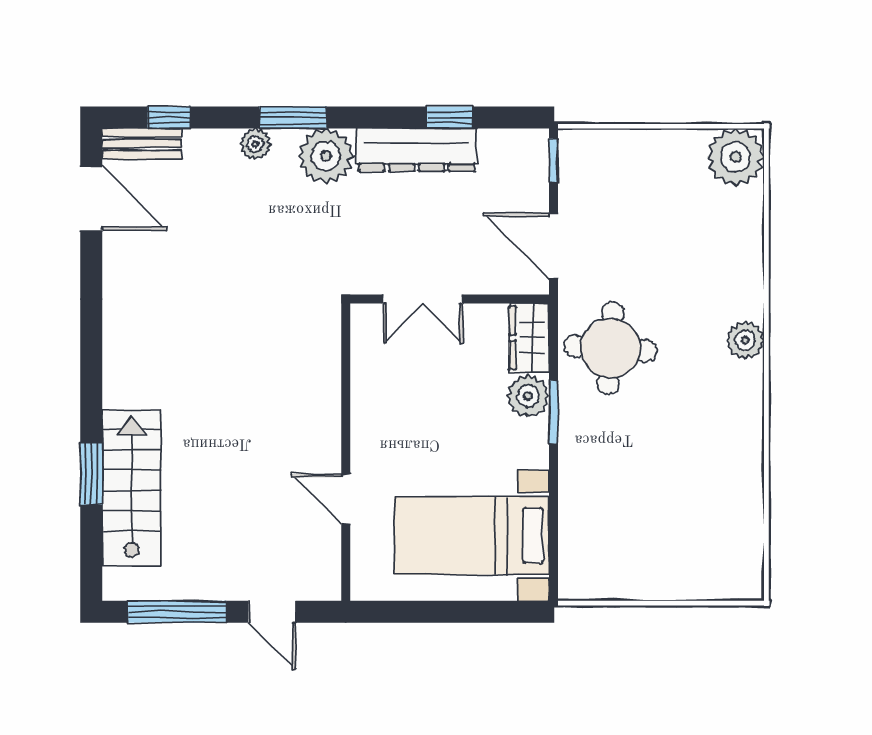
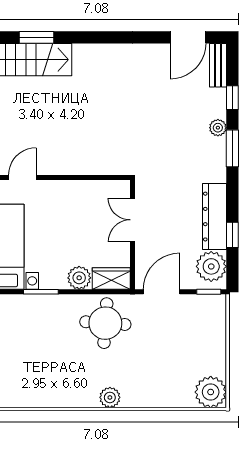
window: (169, 118) -> (232, 98), moved
plant: (326, 156) -> (211, 266), moved
window: (553, 412) -> (41, 292), moved

